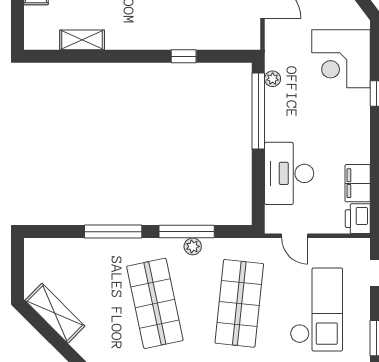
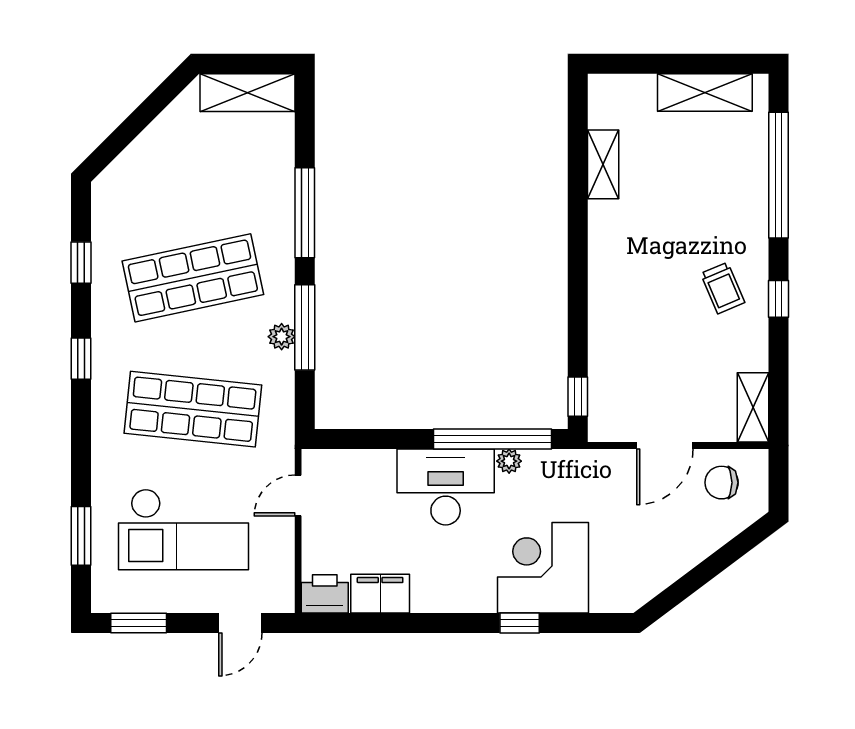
window: (184, 56) -> (578, 397), moved
corner desk: (341, 59) -> (543, 568), moved
plant: (273, 79) -> (509, 461), moved
desk: (289, 173) -> (446, 487), moved
shelving: (55, 313) -> (247, 93), moved, turned 45

